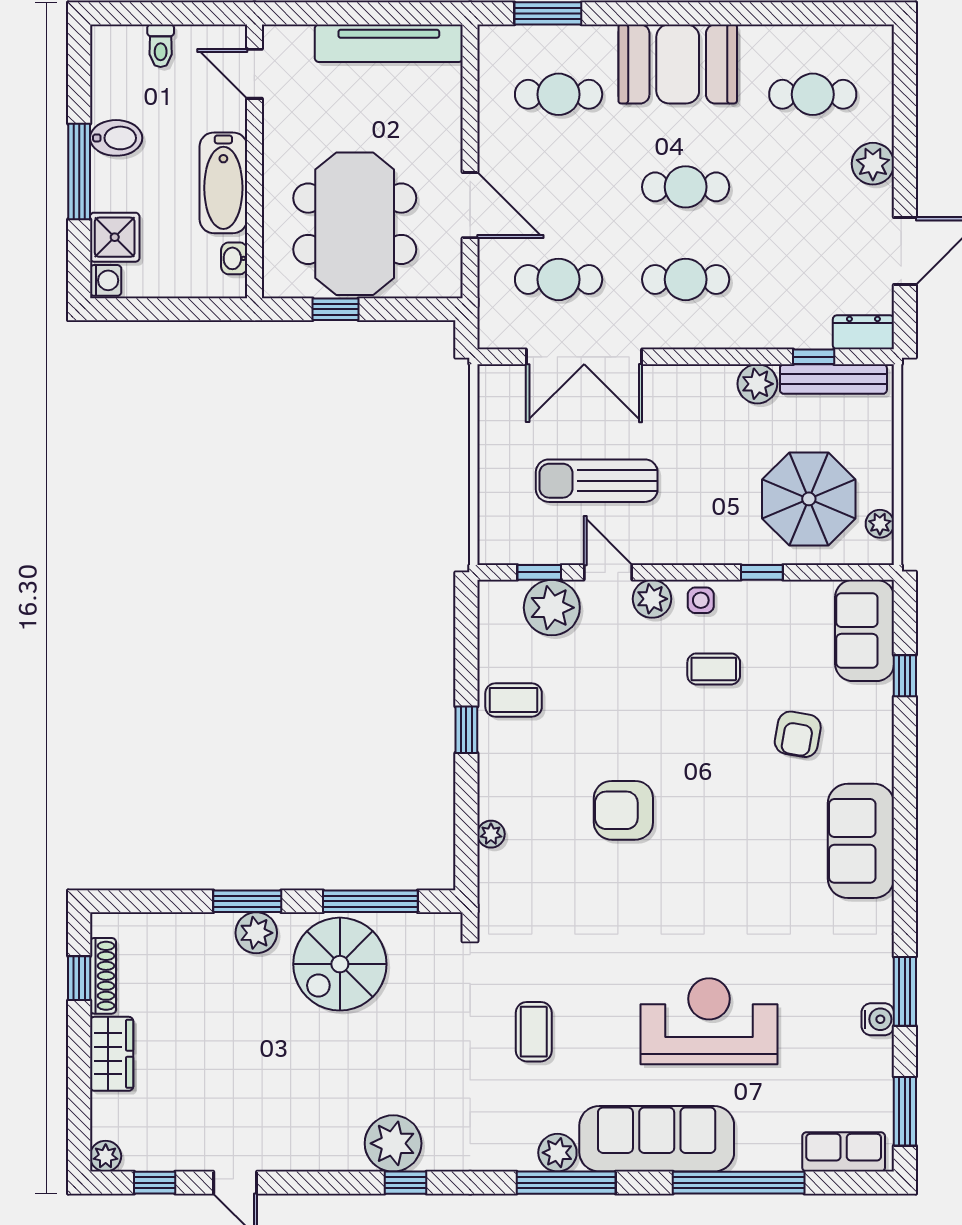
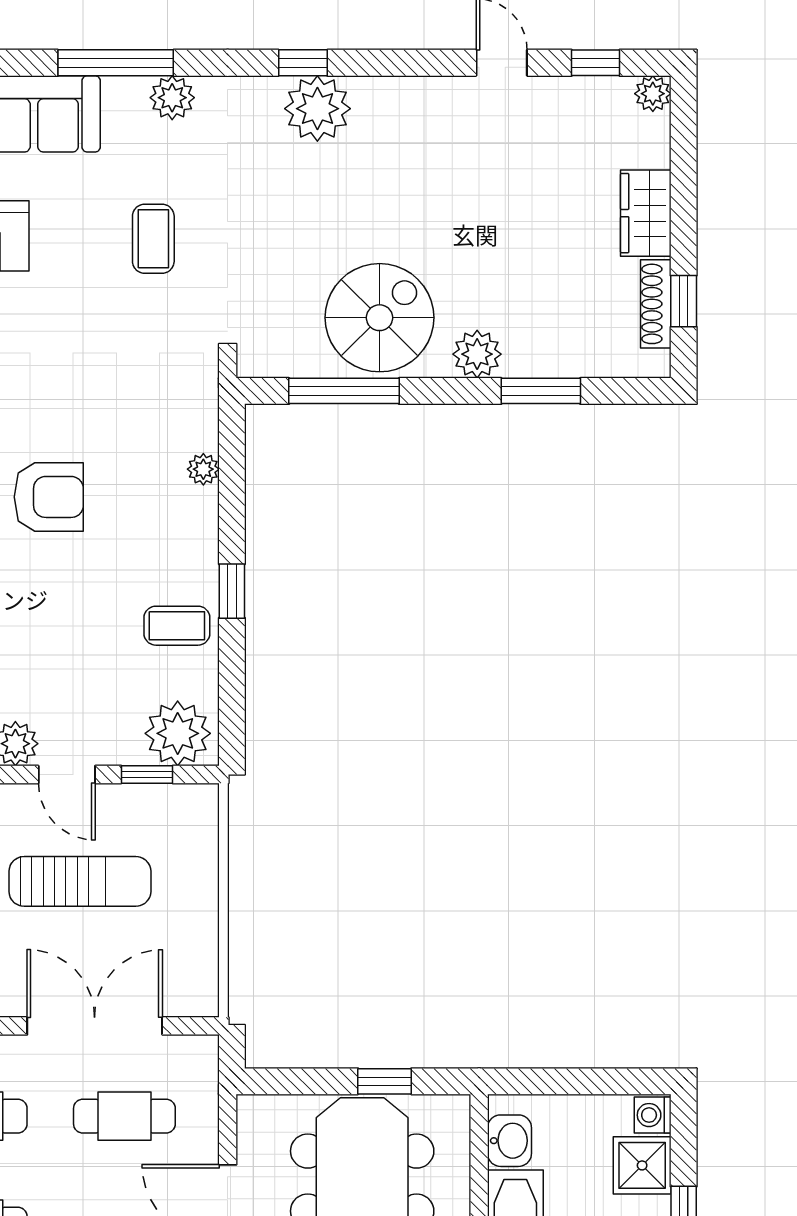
washbasin: (234, 258) -> (509, 1141), width x1.38, depth x1.45
plant: (552, 608) -> (178, 733), moved
window: (247, 901) -> (541, 391), moved
plant: (557, 1153) -> (172, 98), moved

